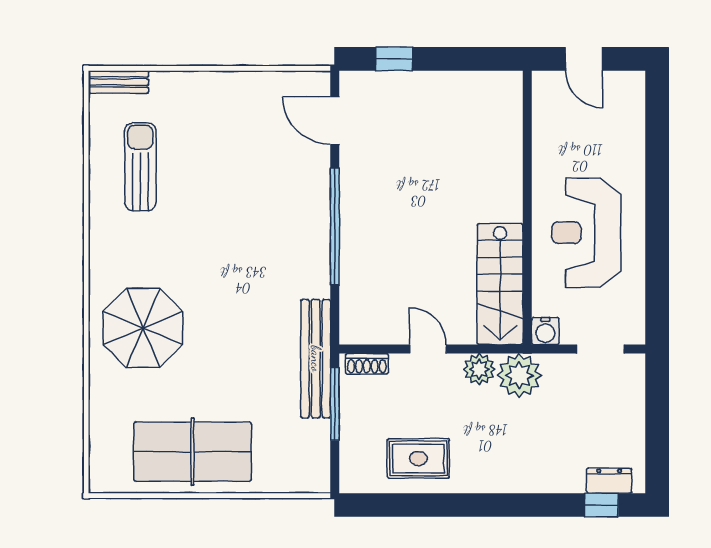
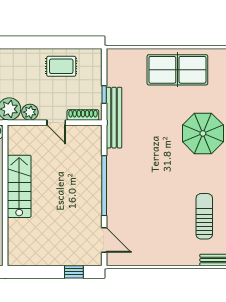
sun lounger: (140, 167) -> (204, 216), turned 180
stairs: (500, 284) -> (19, 186), moved
shoe rack: (367, 364) -> (83, 115), width x1.43
window: (335, 404) -> (104, 94), width x0.46

